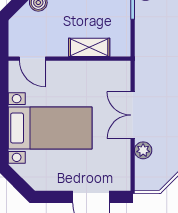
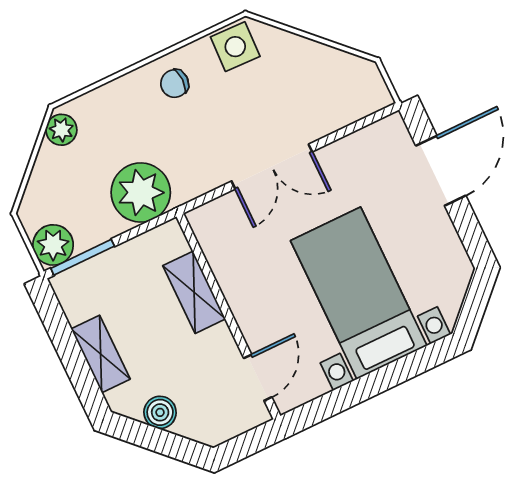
plant: (143, 150) -> (141, 193), moved, width x1.87, depth x1.87

